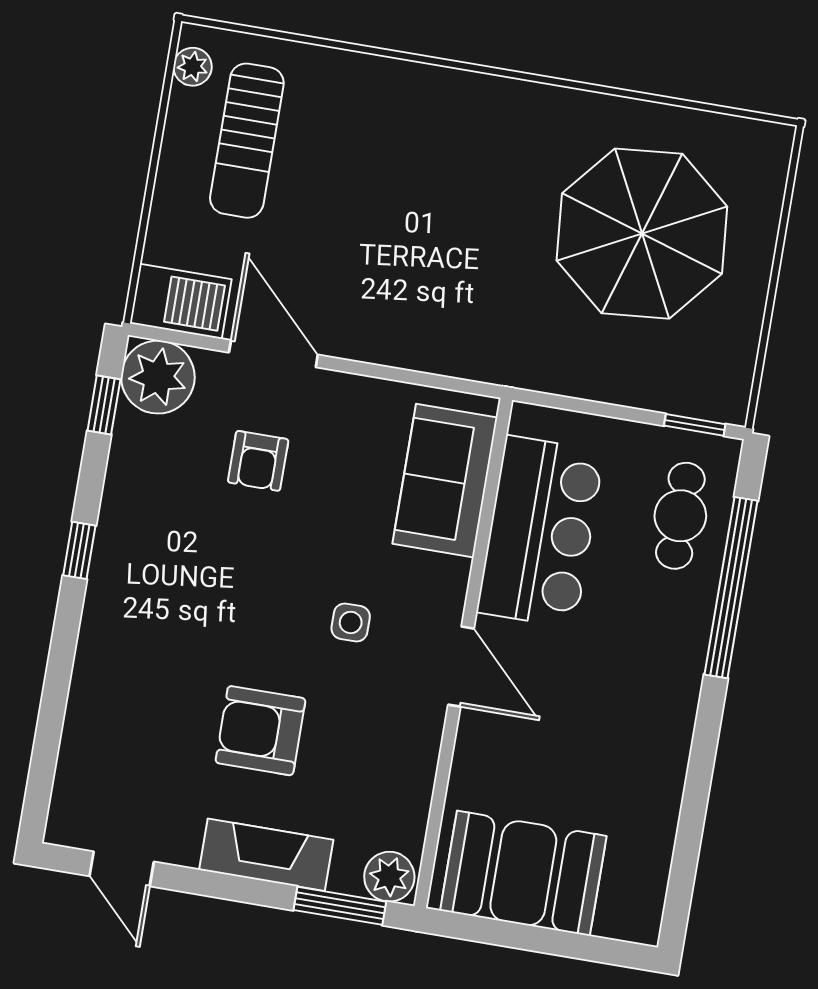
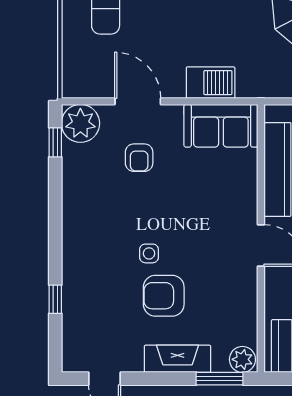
barbecue: (181, 301) -> (211, 83), moved
sofa: (445, 481) -> (221, 126), moved, turned -90
window: (79, 550) -> (55, 299), moved
side table: (351, 622) -> (149, 253), moved

